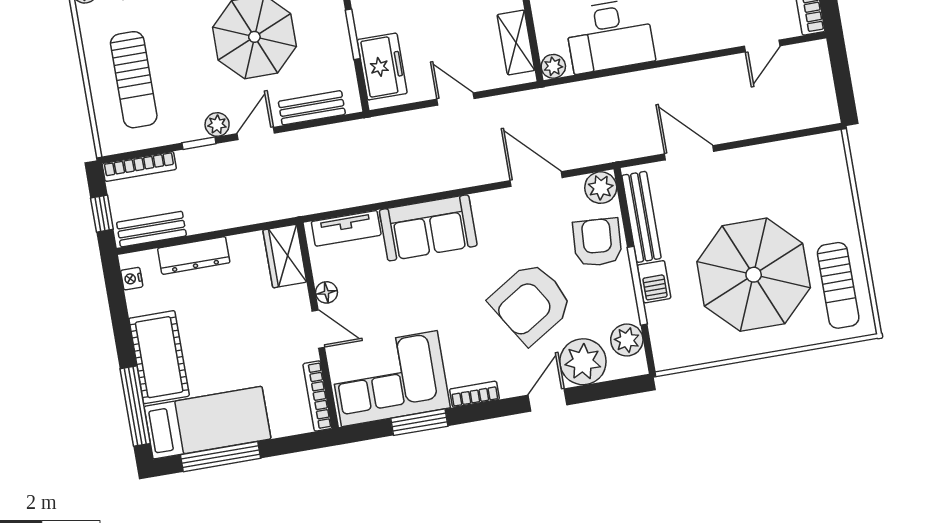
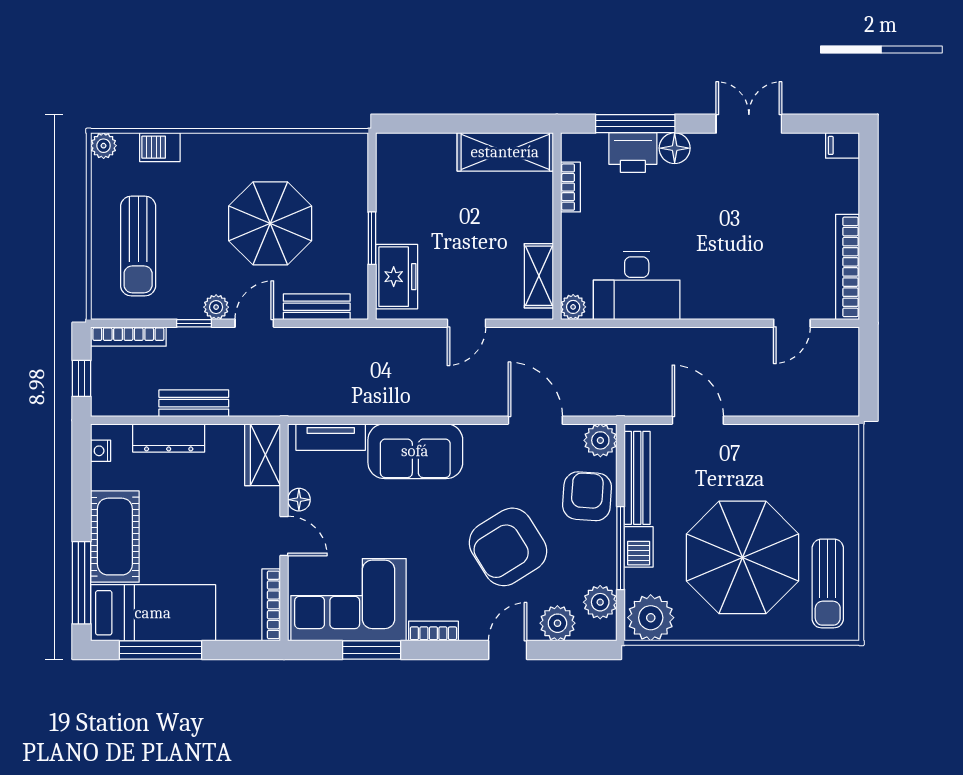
door: (455, 99) -> (466, 323), swing flipped
bench: (151, 229) -> (194, 403), moved
plant: (677, 346) -> (651, 618), added
plant: (583, 362) -> (557, 623), width x0.73, depth x0.73

